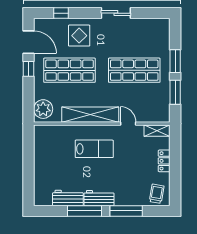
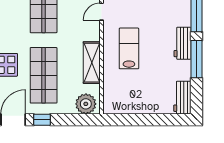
shelving: (90, 115) -> (92, 63), width x0.68
workbench: (68, 198) -> (182, 98), moved

